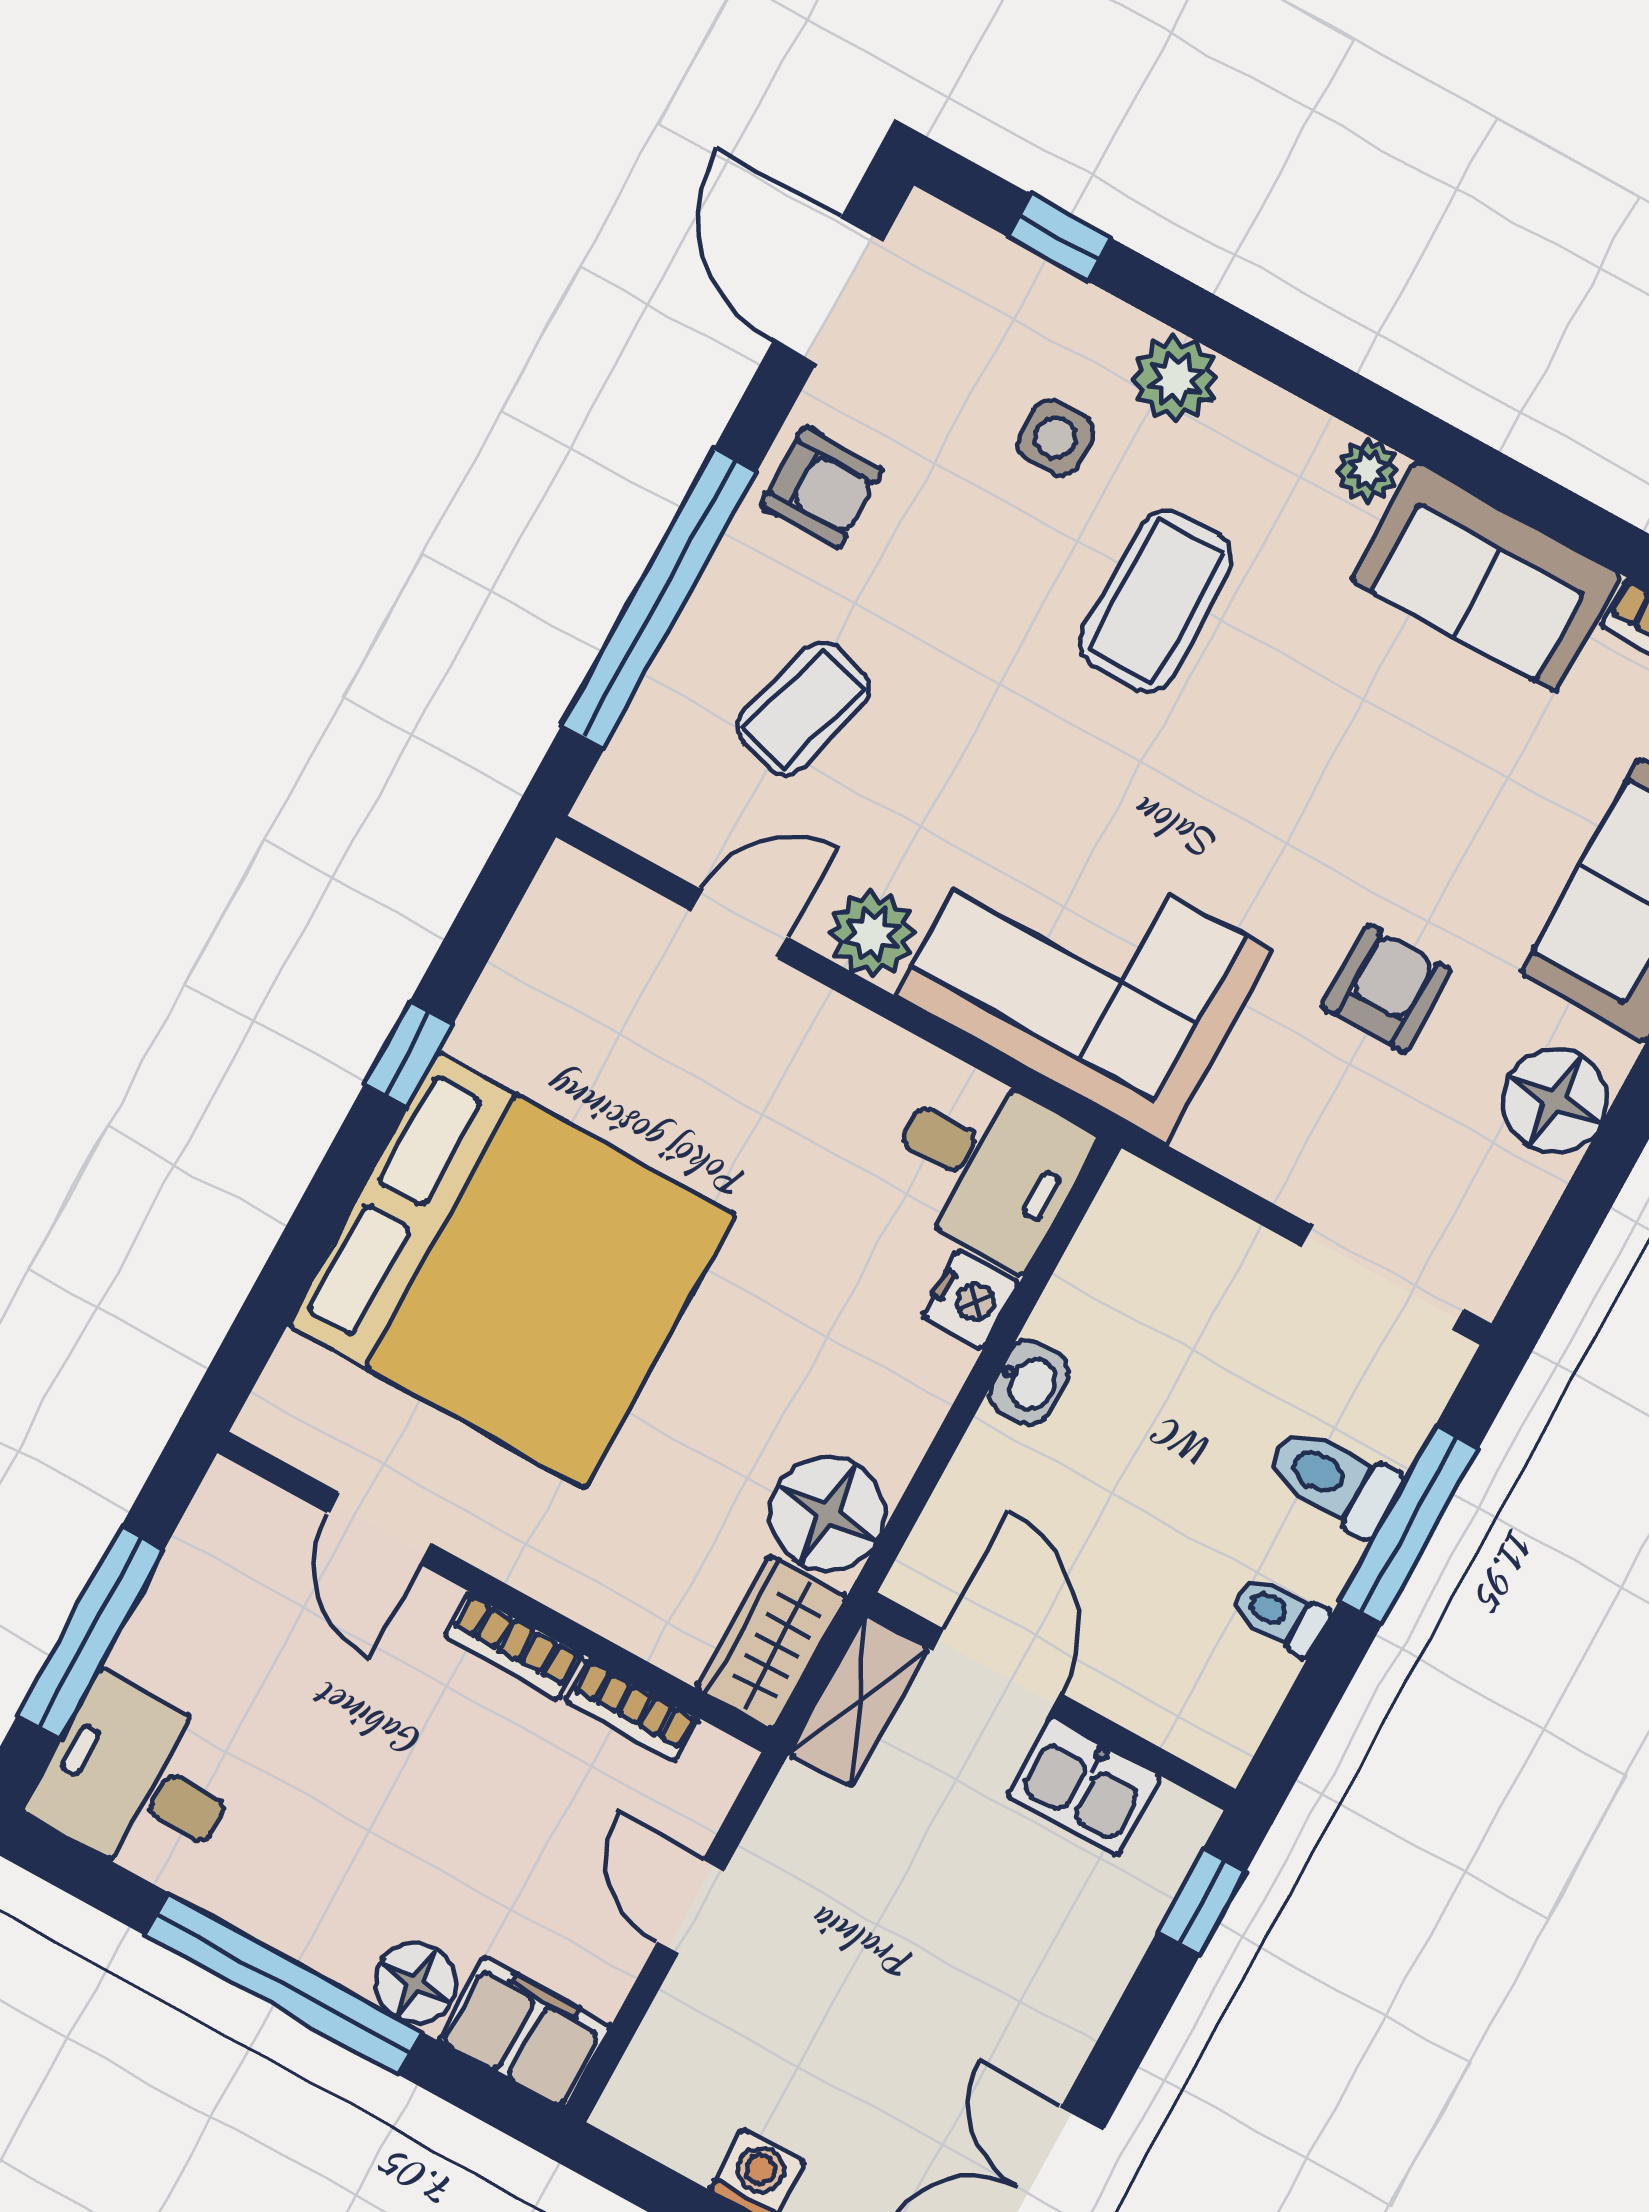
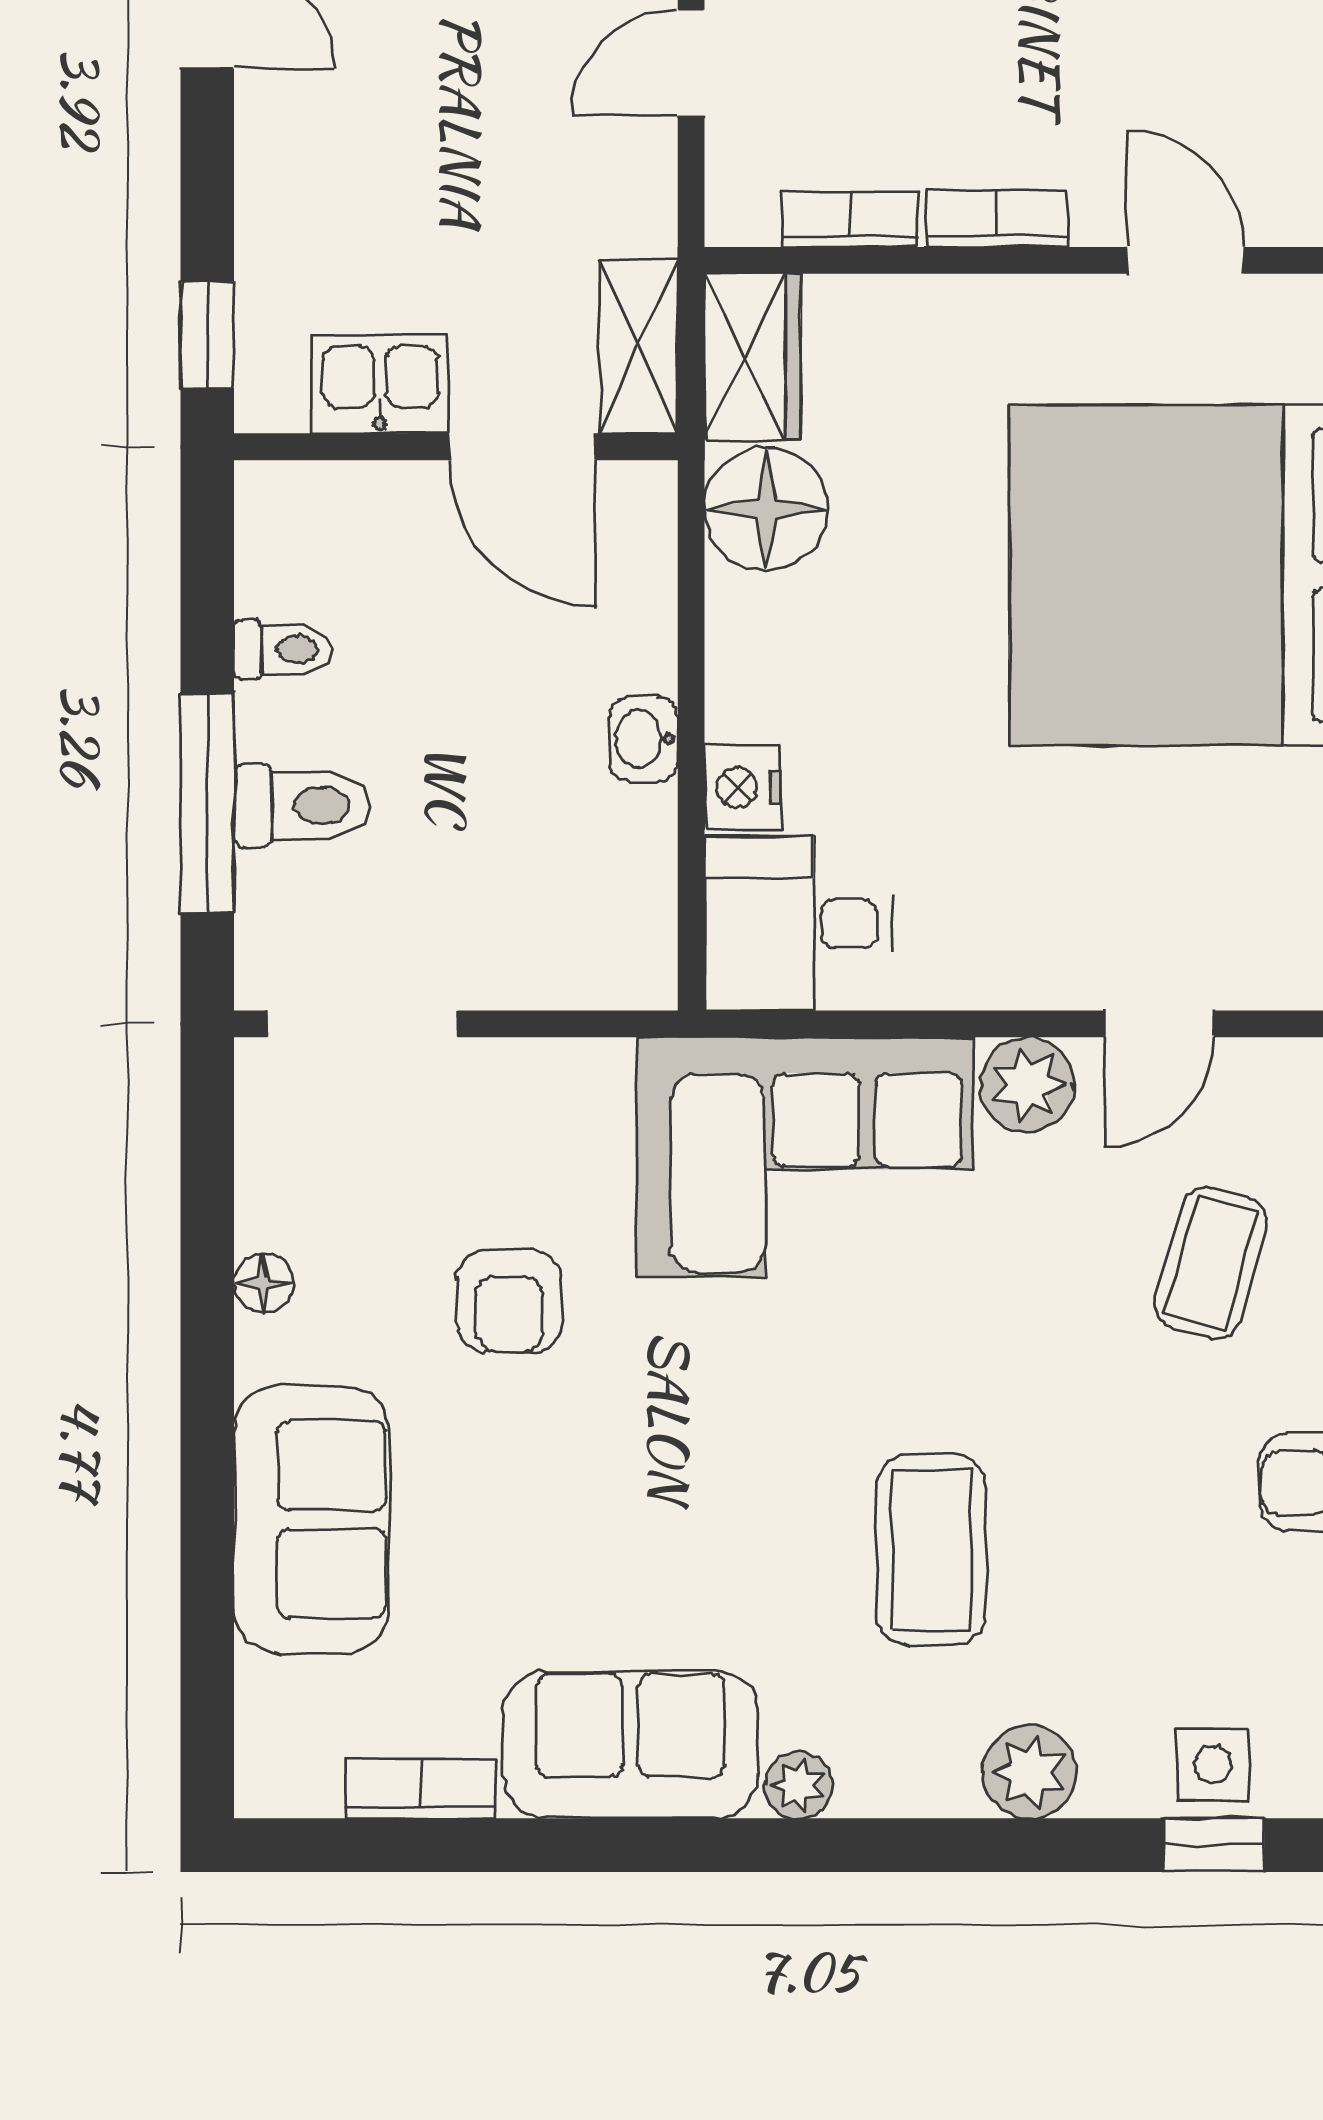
side table: (1055, 438) -> (1213, 1765), moved
floor lamp: (1555, 1100) -> (264, 1283), width x0.53, depth x0.53
door: (690, 1907) -> (691, 63), swing flipped

